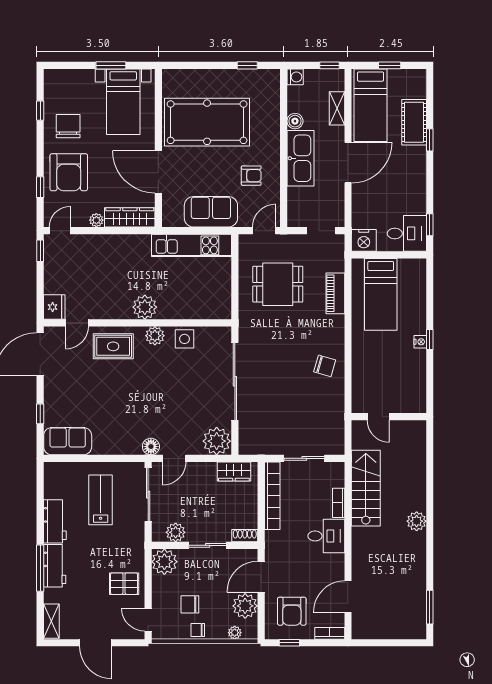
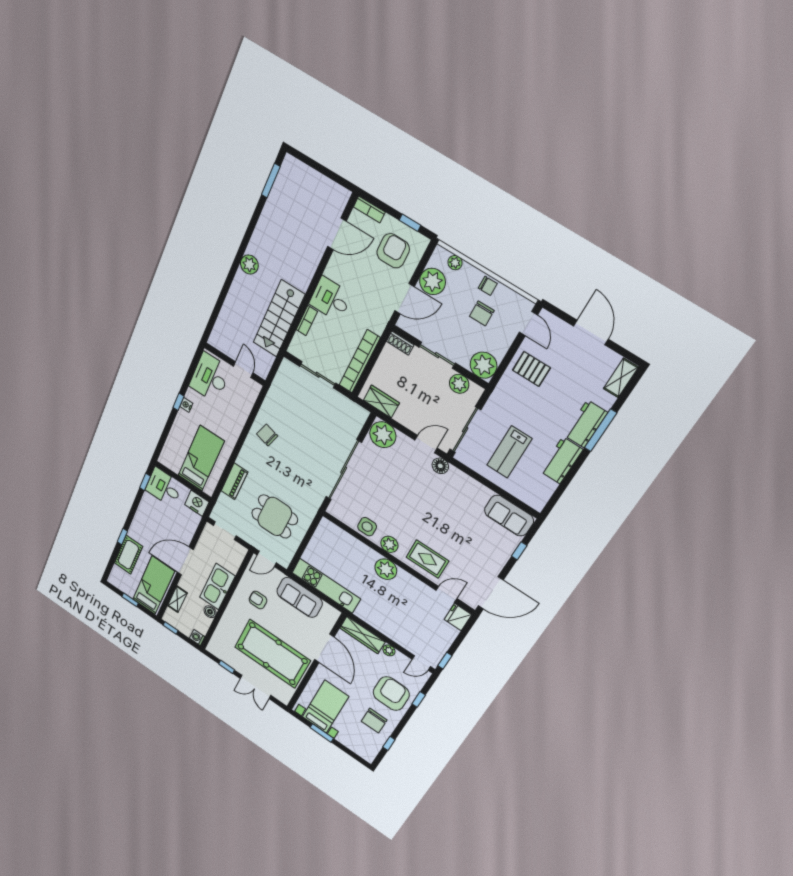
double door: (205, 65) -> (255, 687), added
desk: (408, 387) -> (210, 377), added
chair: (190, 604) -> (482, 313), turned 90

